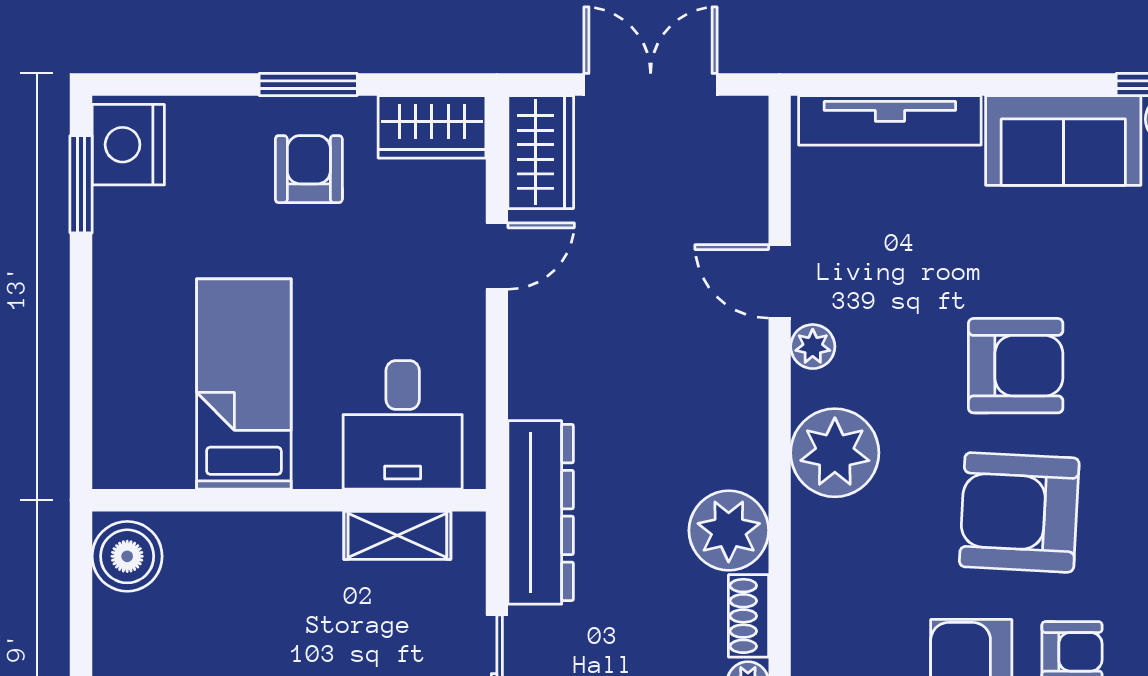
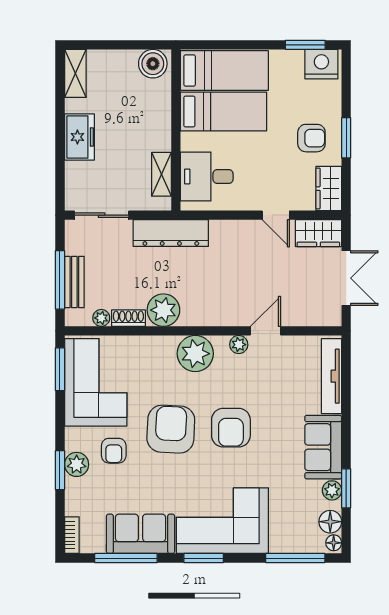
bed: (144, 382) -> (224, 70), added

